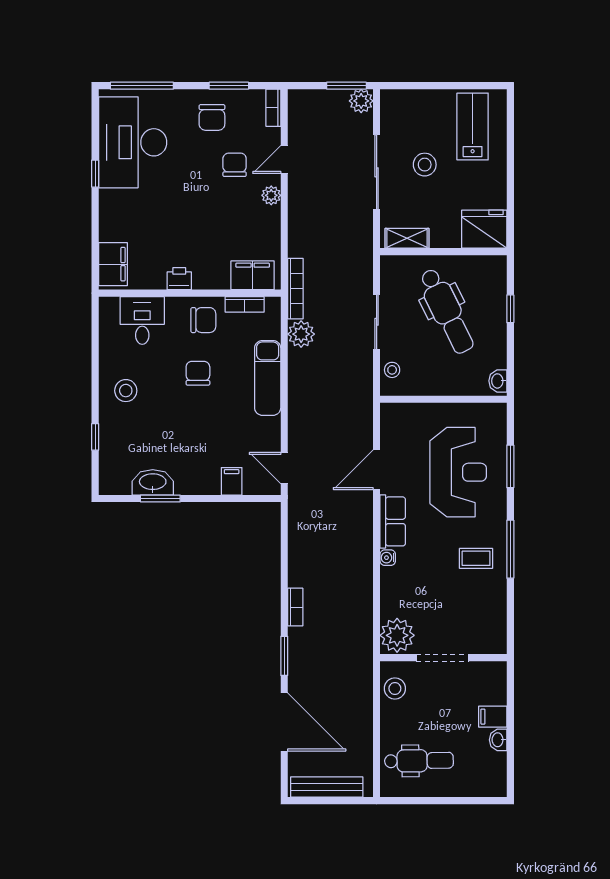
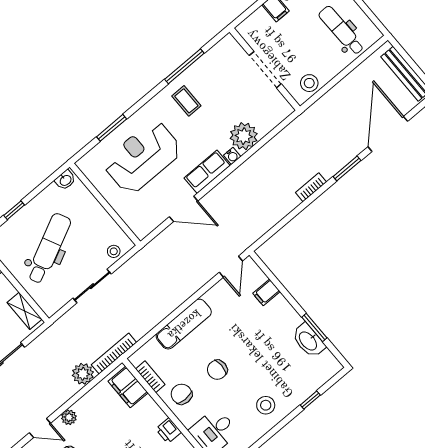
plant: (301, 334) -> (83, 374), moved
window: (510, 549) -> (184, 66), moved
plant: (397, 635) -> (244, 136), moved

